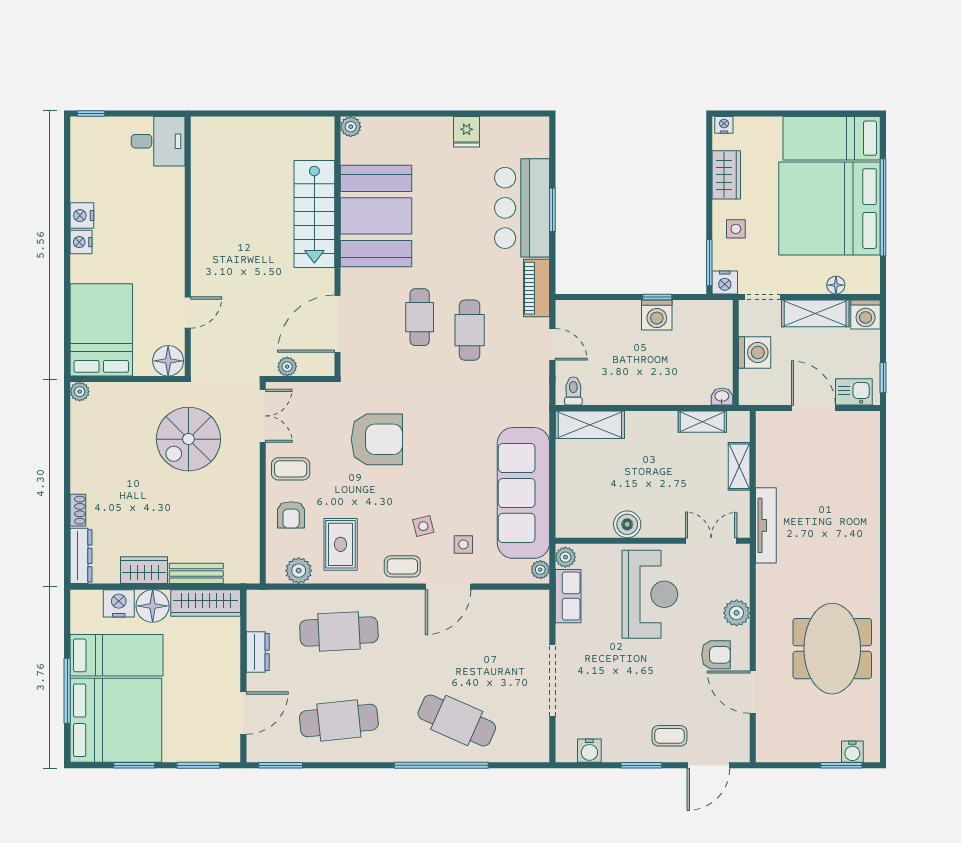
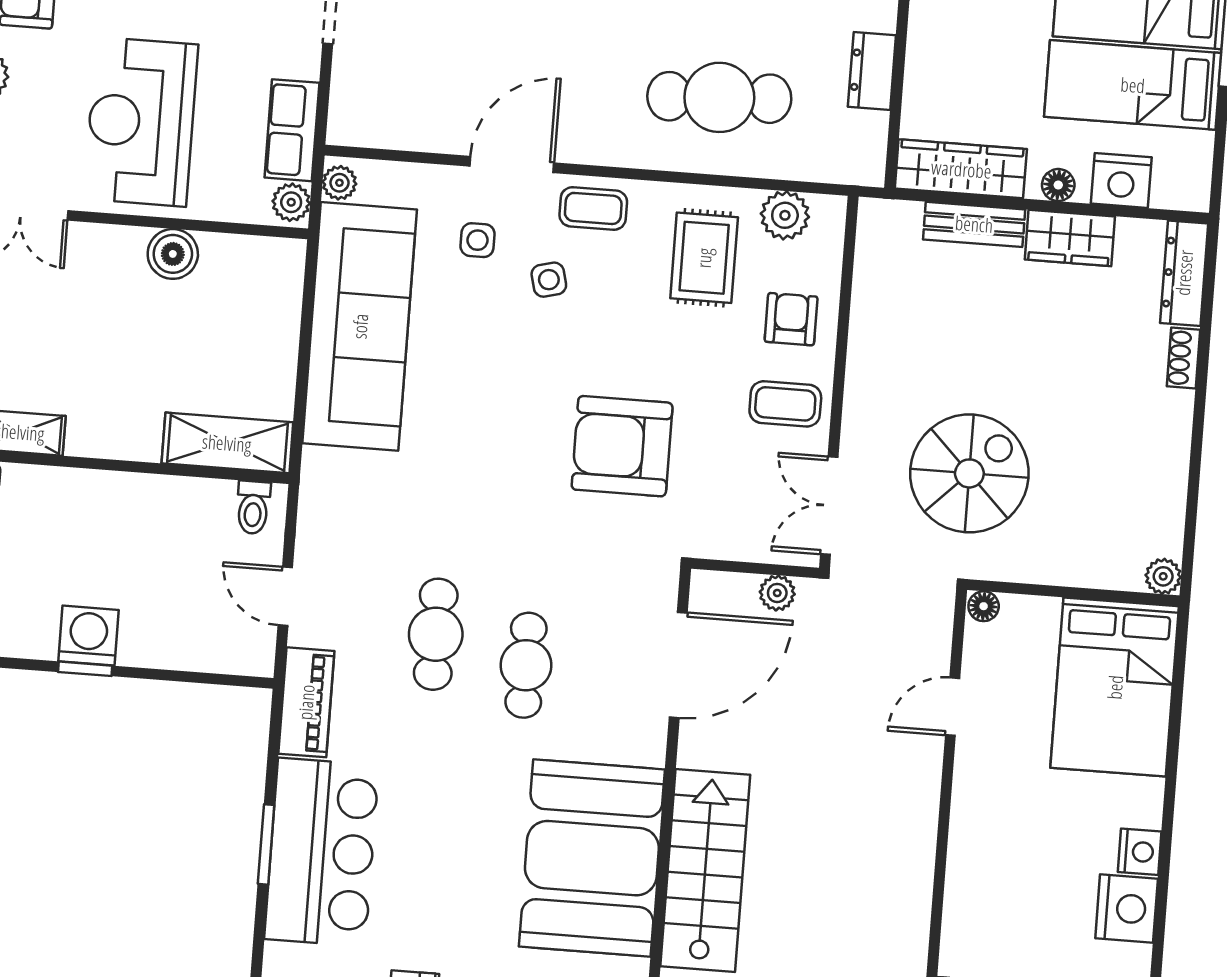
nightstand: (82, 215) -> (1127, 909), width x1.36, depth x1.33
floor lamp: (168, 361) -> (984, 606), width x0.53, depth x0.53
floor lamp: (153, 606) -> (1058, 185), width x0.53, depth x0.53

